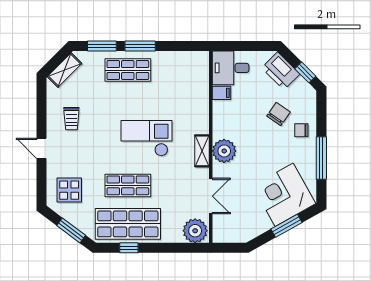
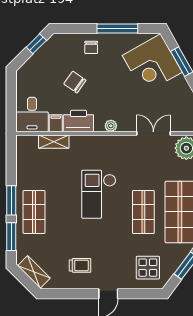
printer: (281, 71) -> (78, 121), moved, turned -135
chair: (279, 114) -> (75, 82), moved
shelving: (202, 151) -> (54, 142), moved
plant: (224, 151) -> (111, 126), width x0.53, depth x0.53

